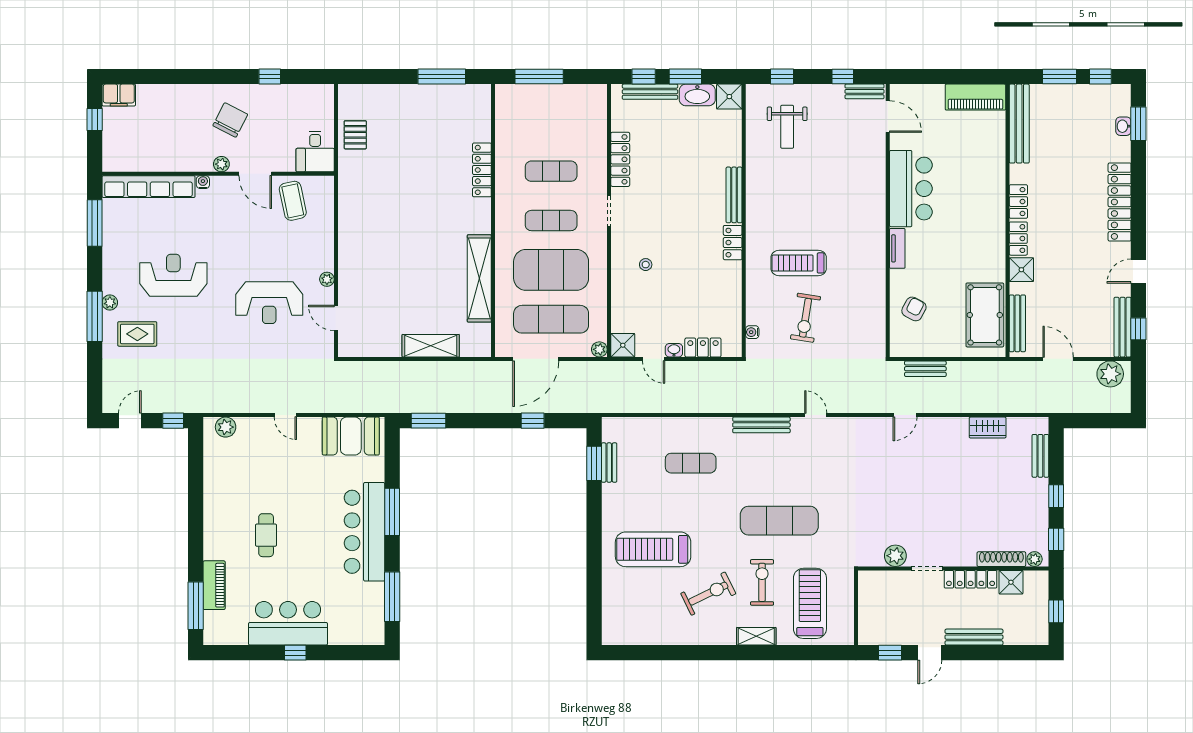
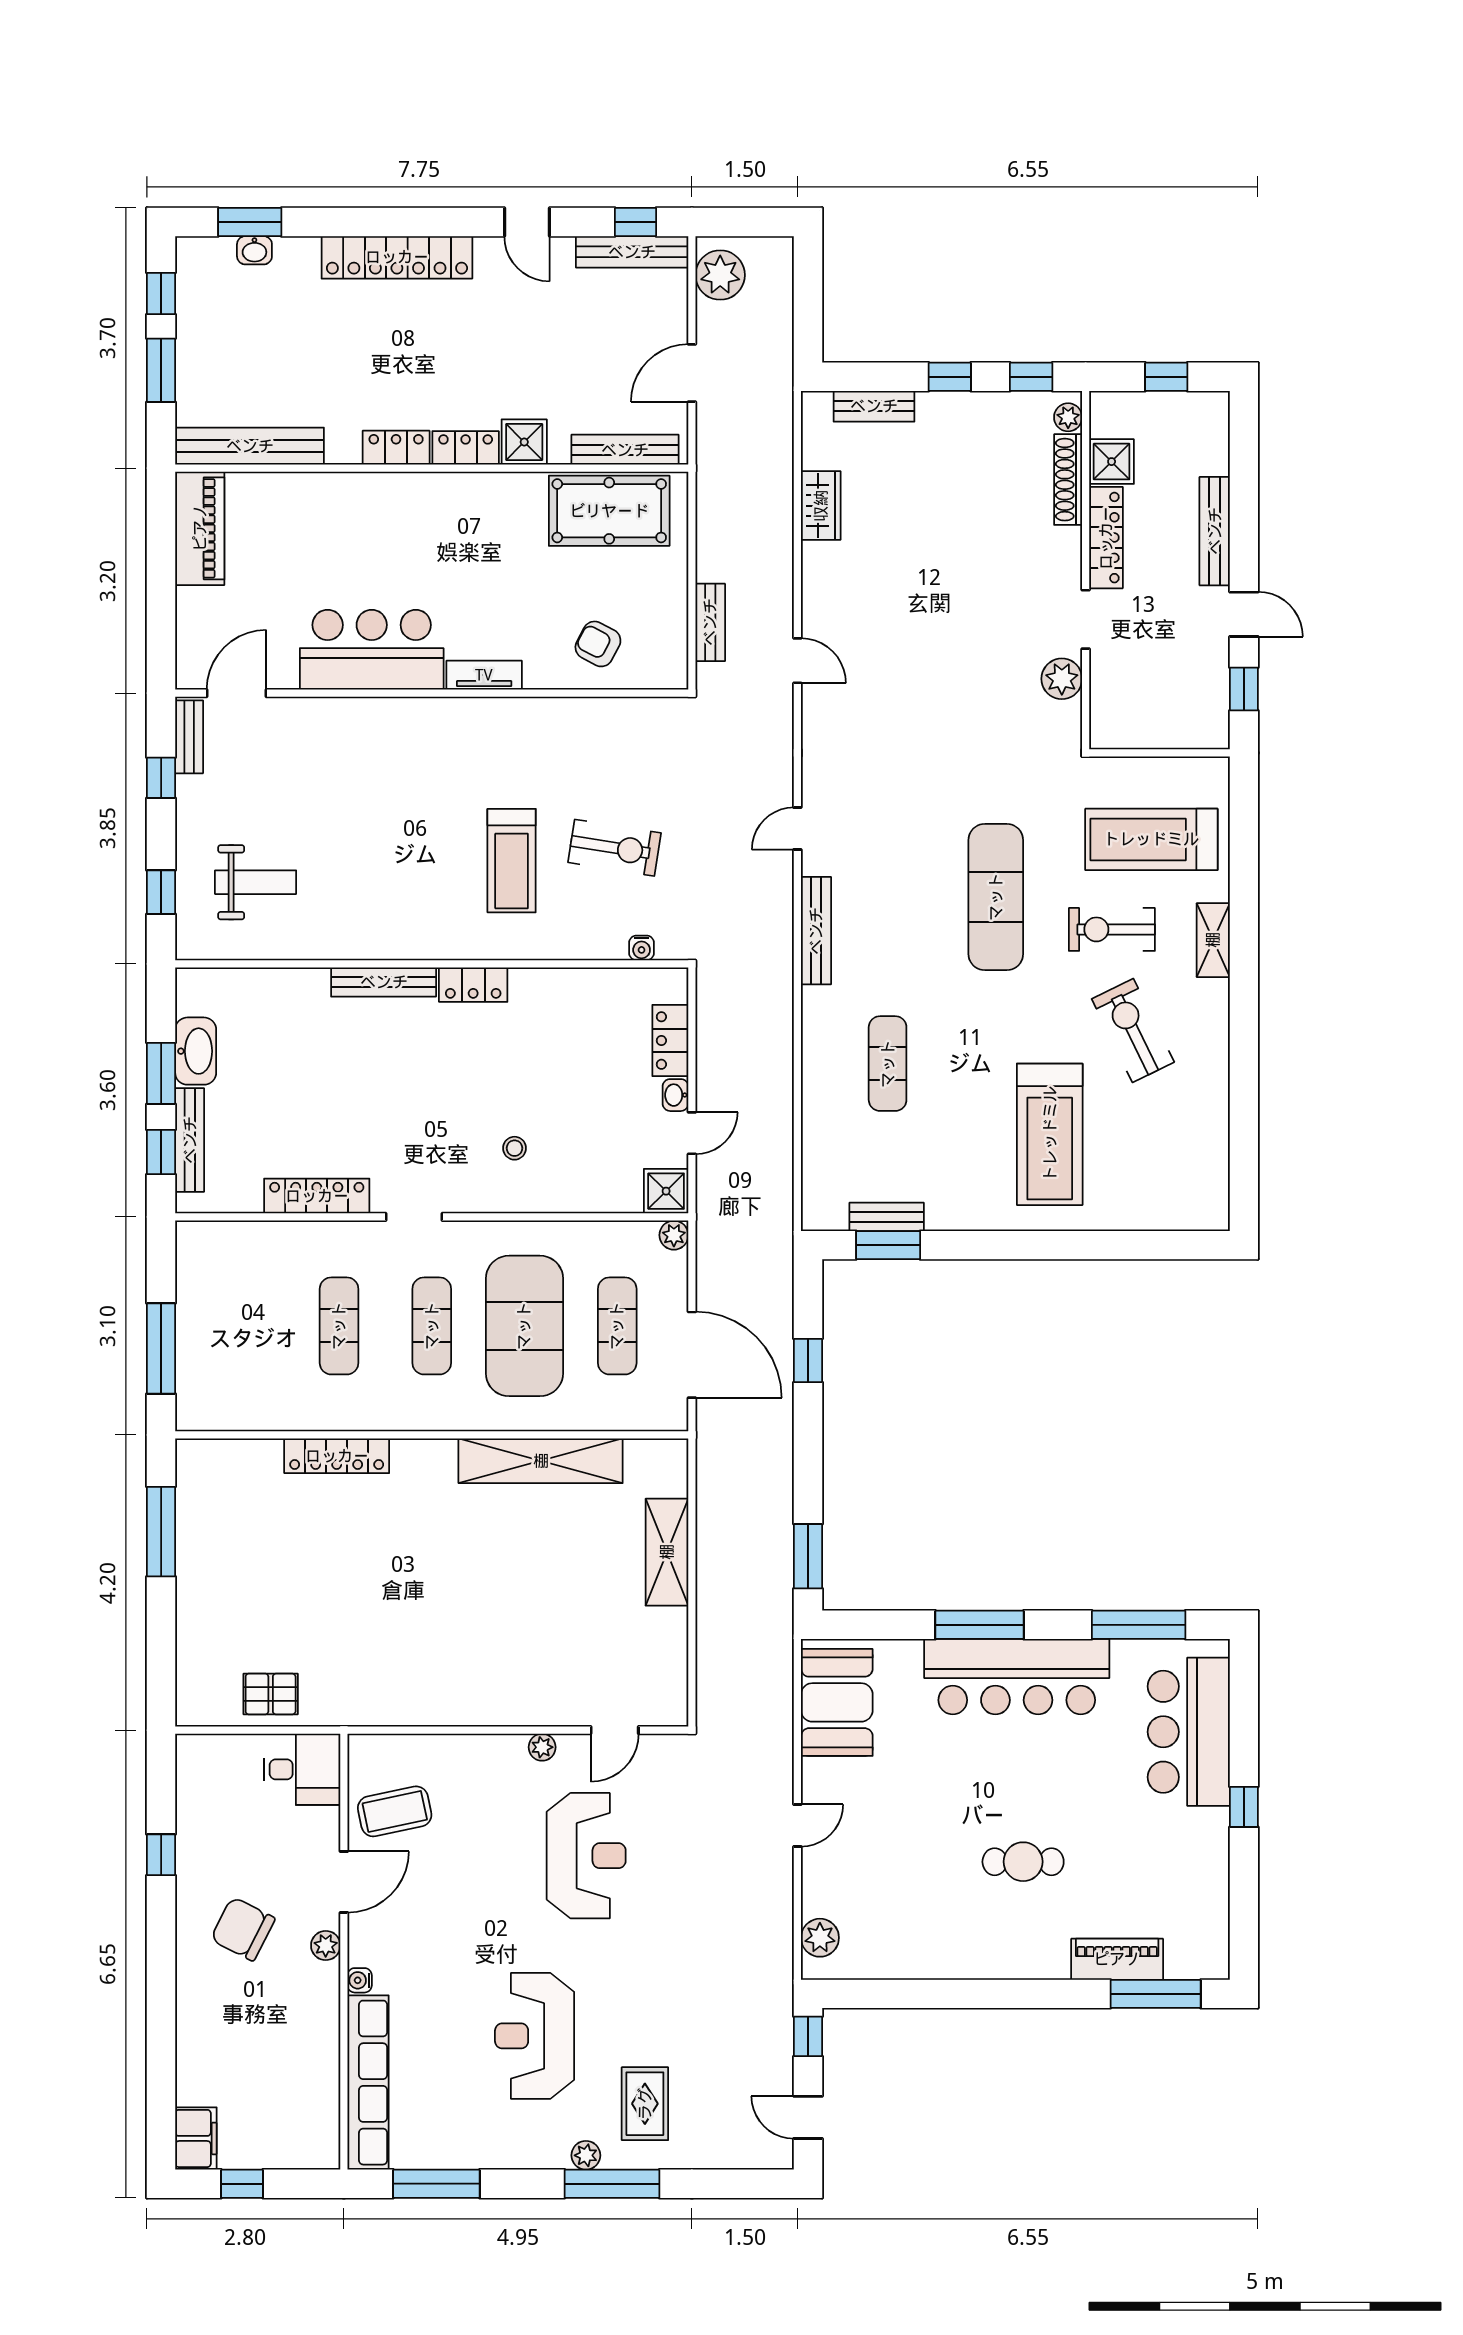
shower: (729, 97) -> (199, 991), removed
exercise mat: (551, 319) -> (617, 1326), width x0.73, depth x0.69
bar counter: (288, 623) -> (1189, 1732), moved

